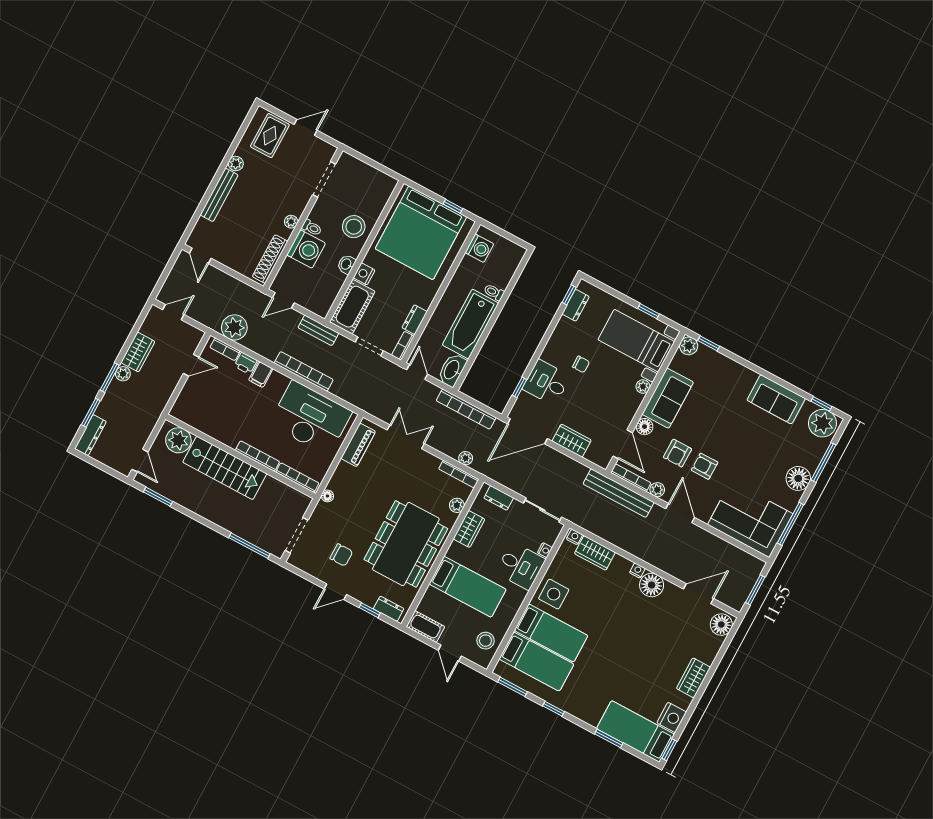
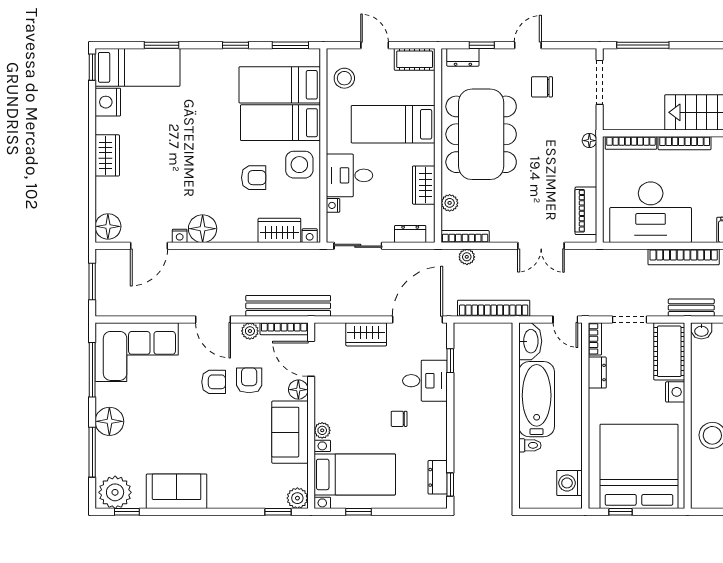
washbasin: (346, 264) -> (701, 331), moved, turned 90
nightstand: (637, 570) -> (180, 236), moved
armchair: (593, 603) -> (254, 178), added

